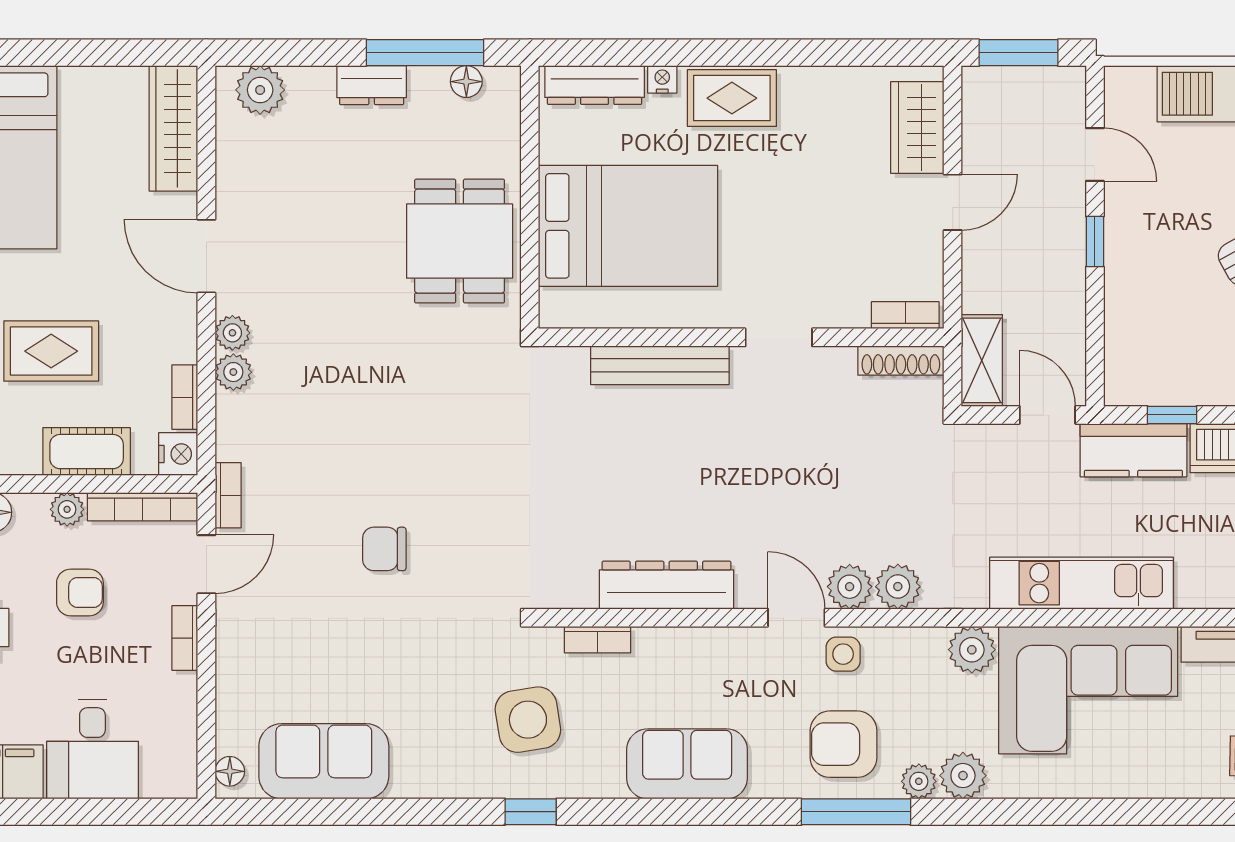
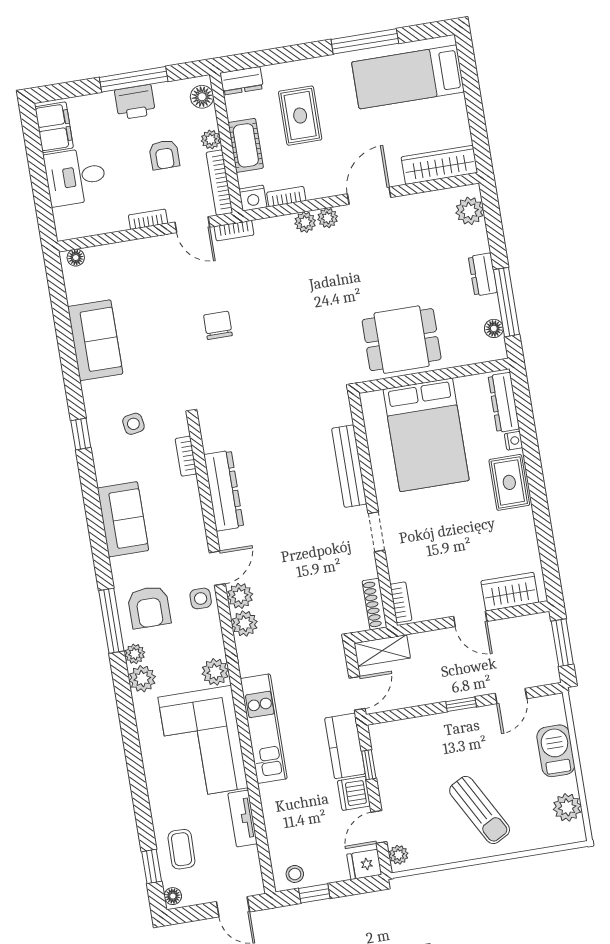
side table: (528, 720) -> (133, 424), width x0.54, depth x0.54
armchair: (844, 744) -> (149, 607), turned 180
sofa: (324, 761) -> (95, 340), moved

